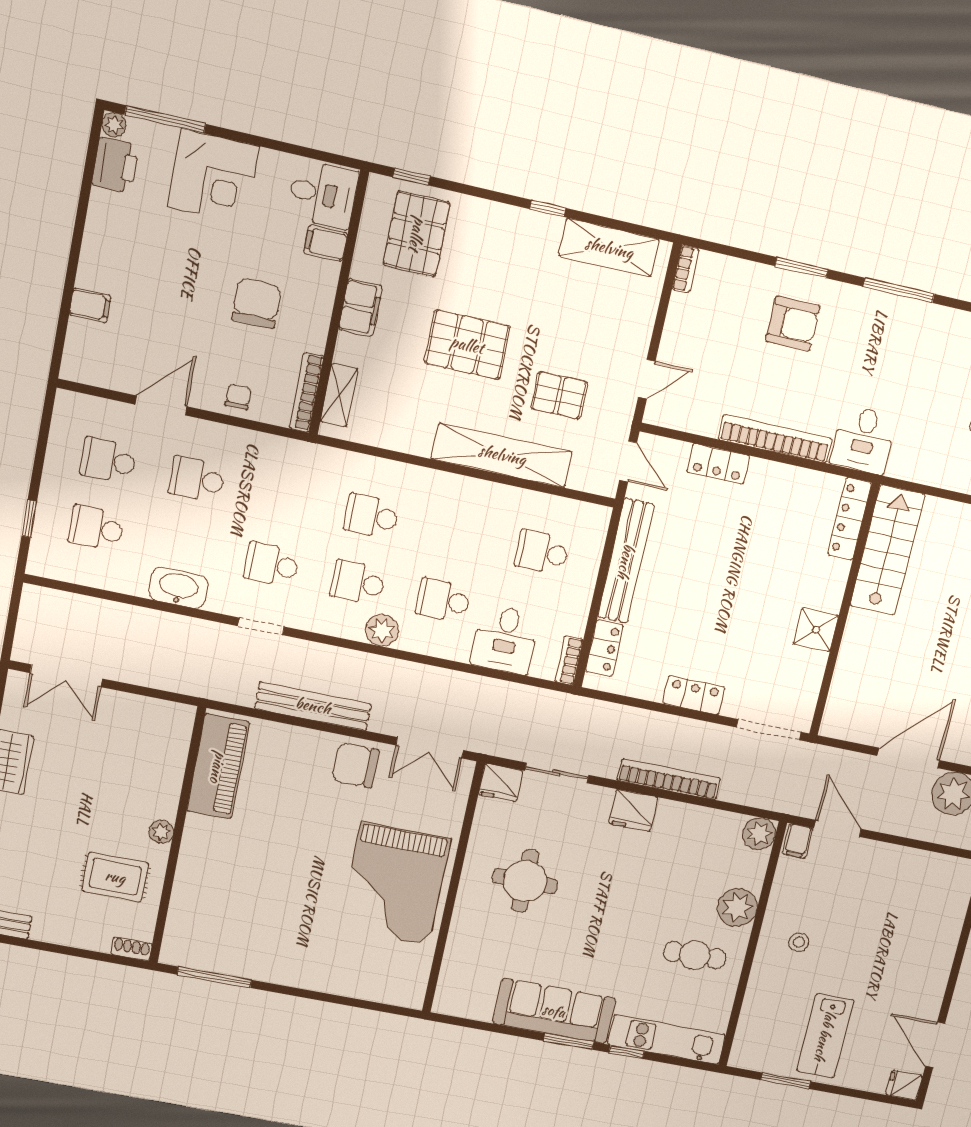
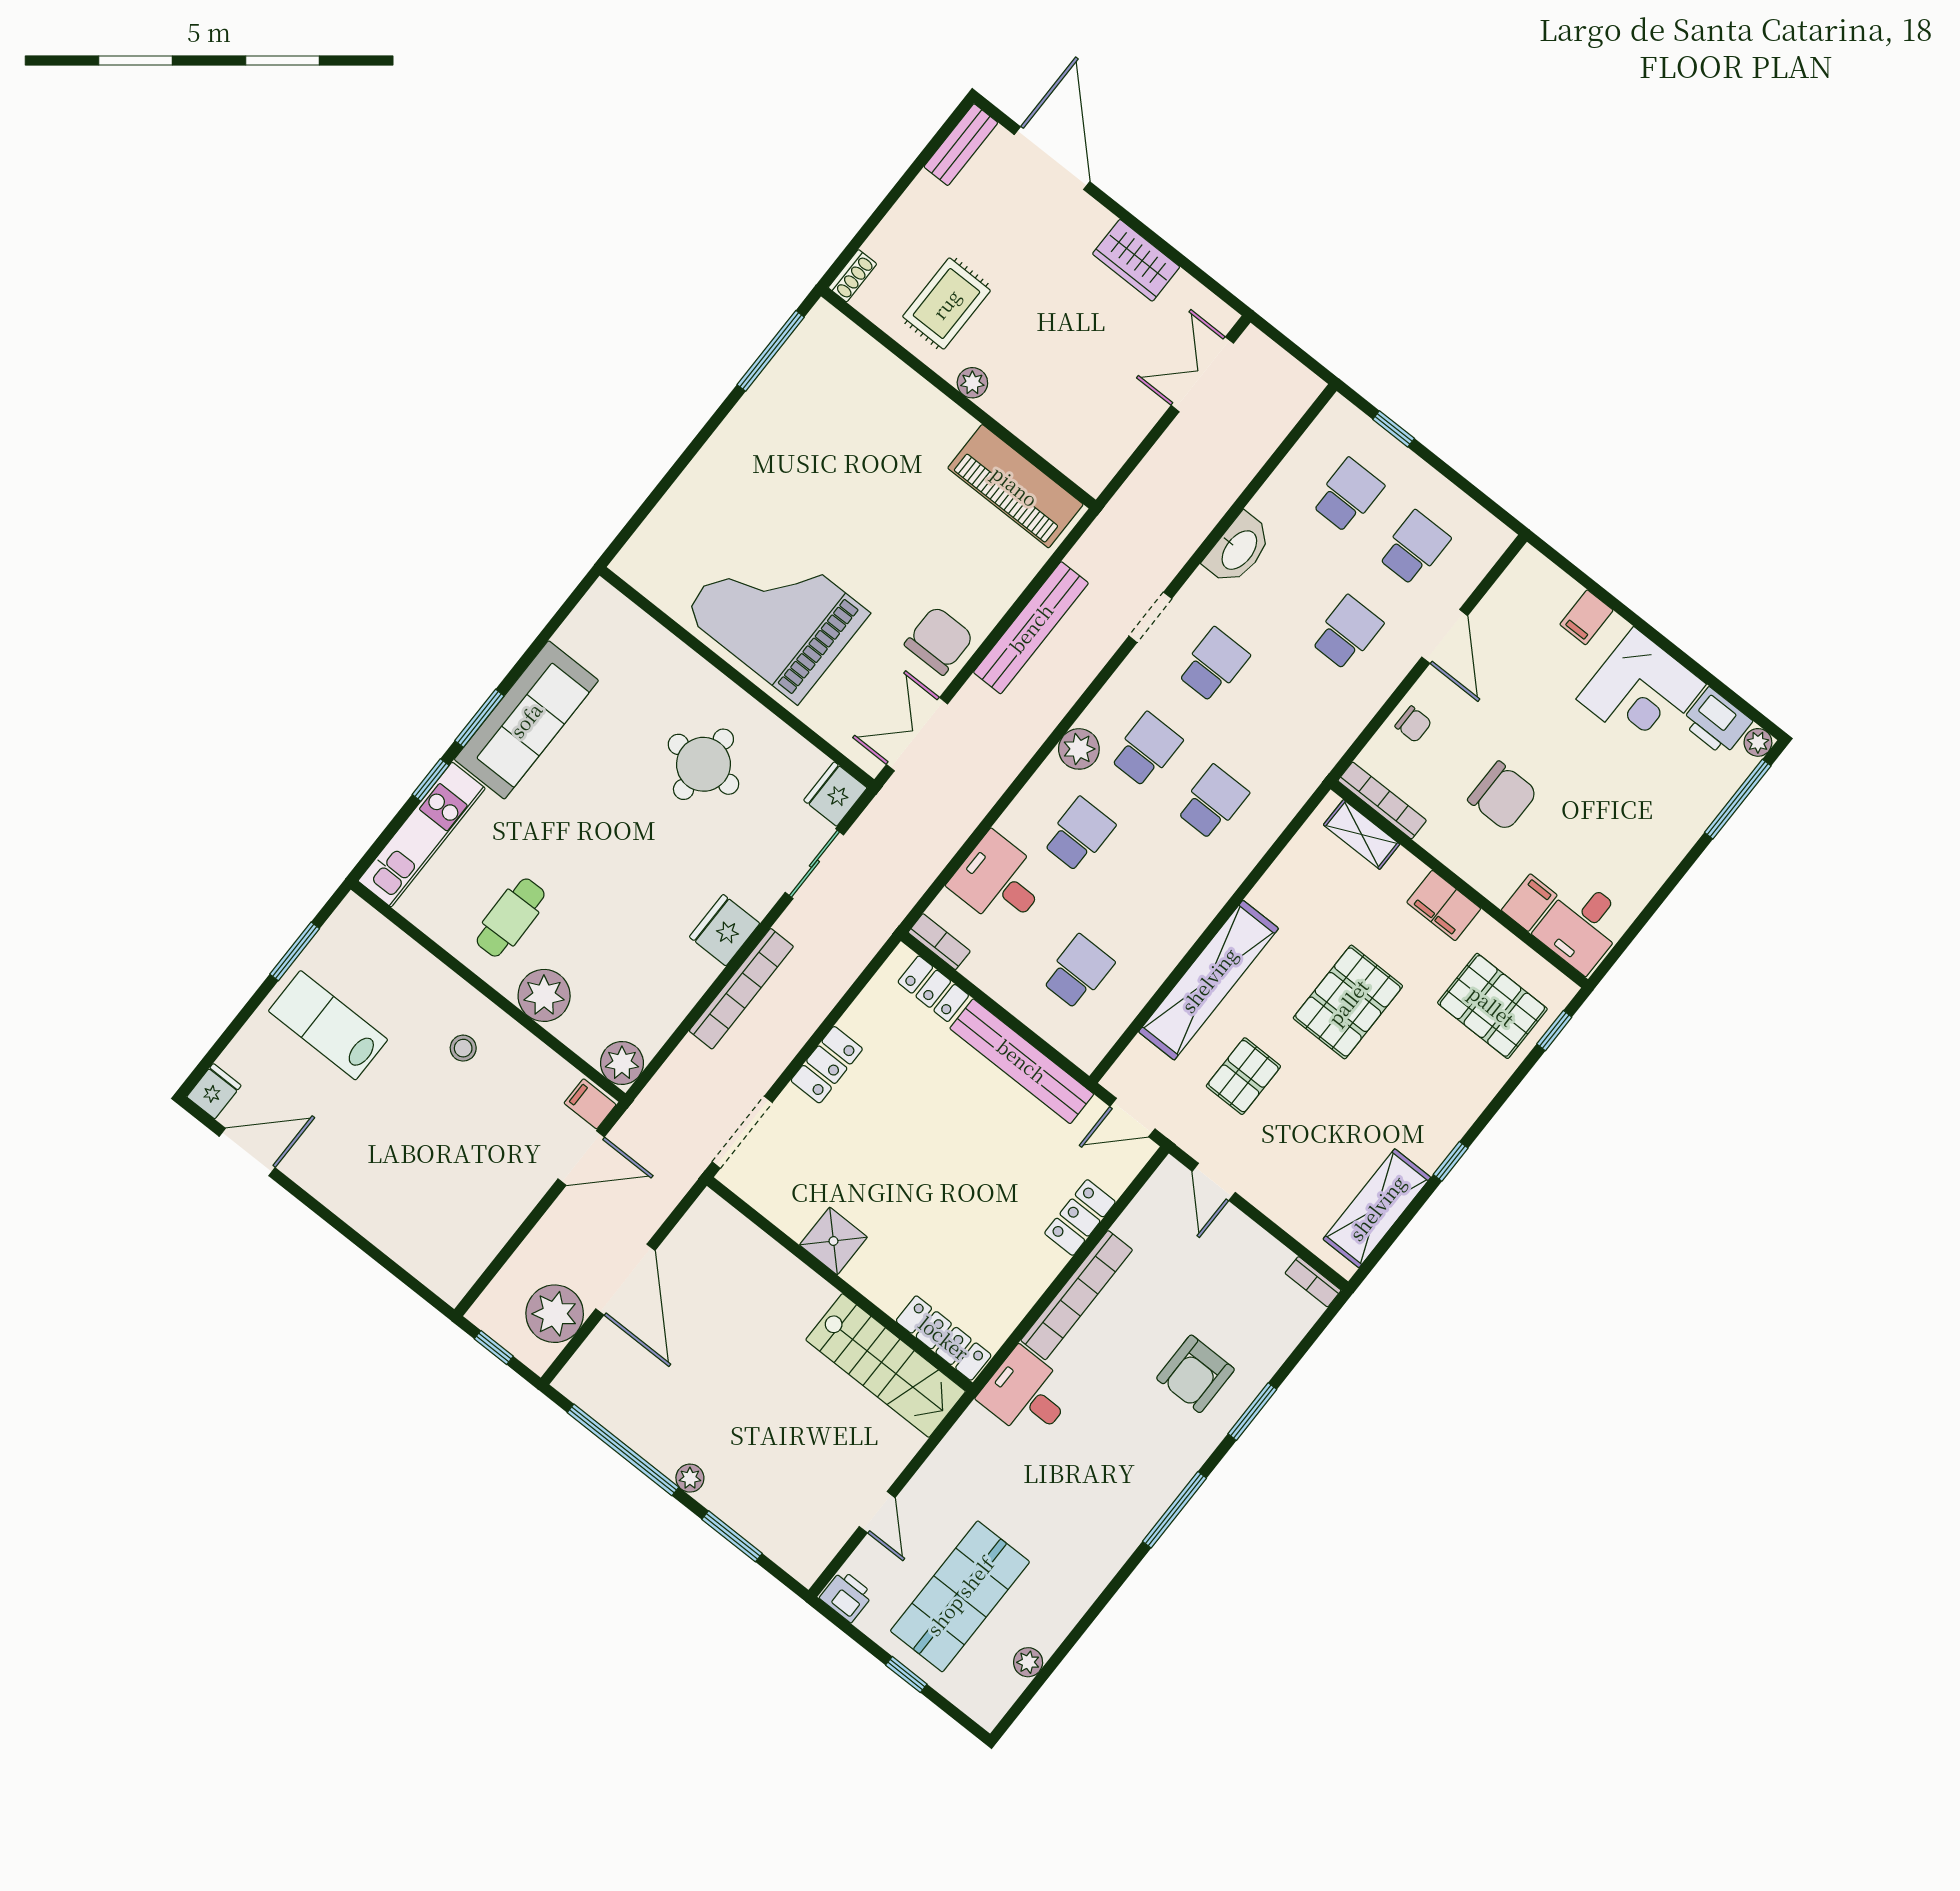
corner desk: (213, 177) -> (1641, 692), moved, turned -90

